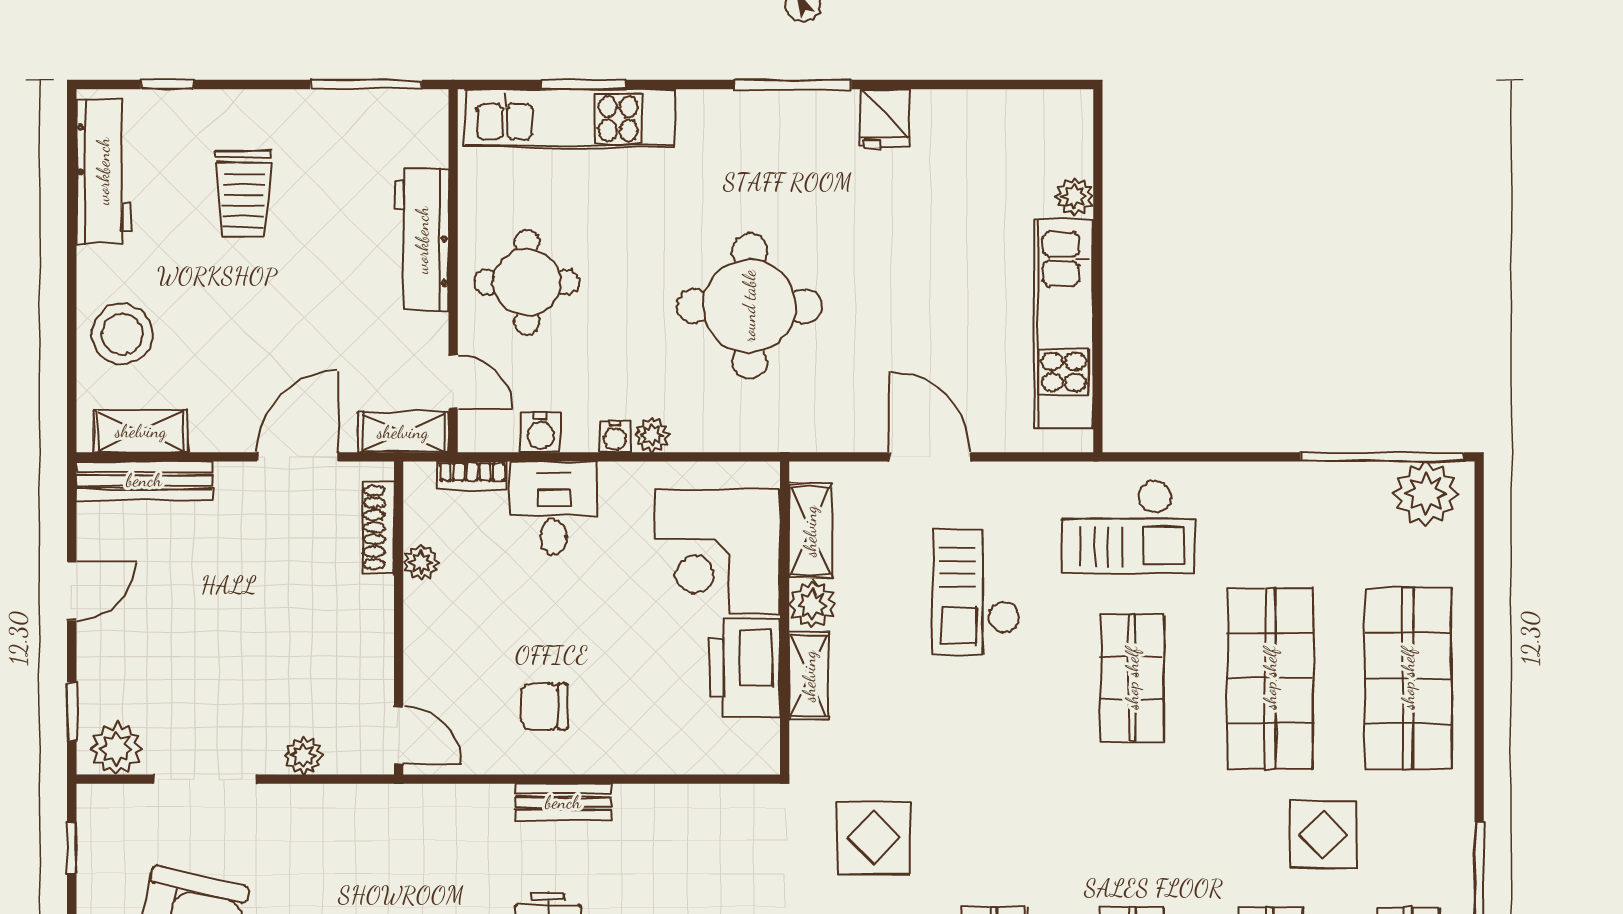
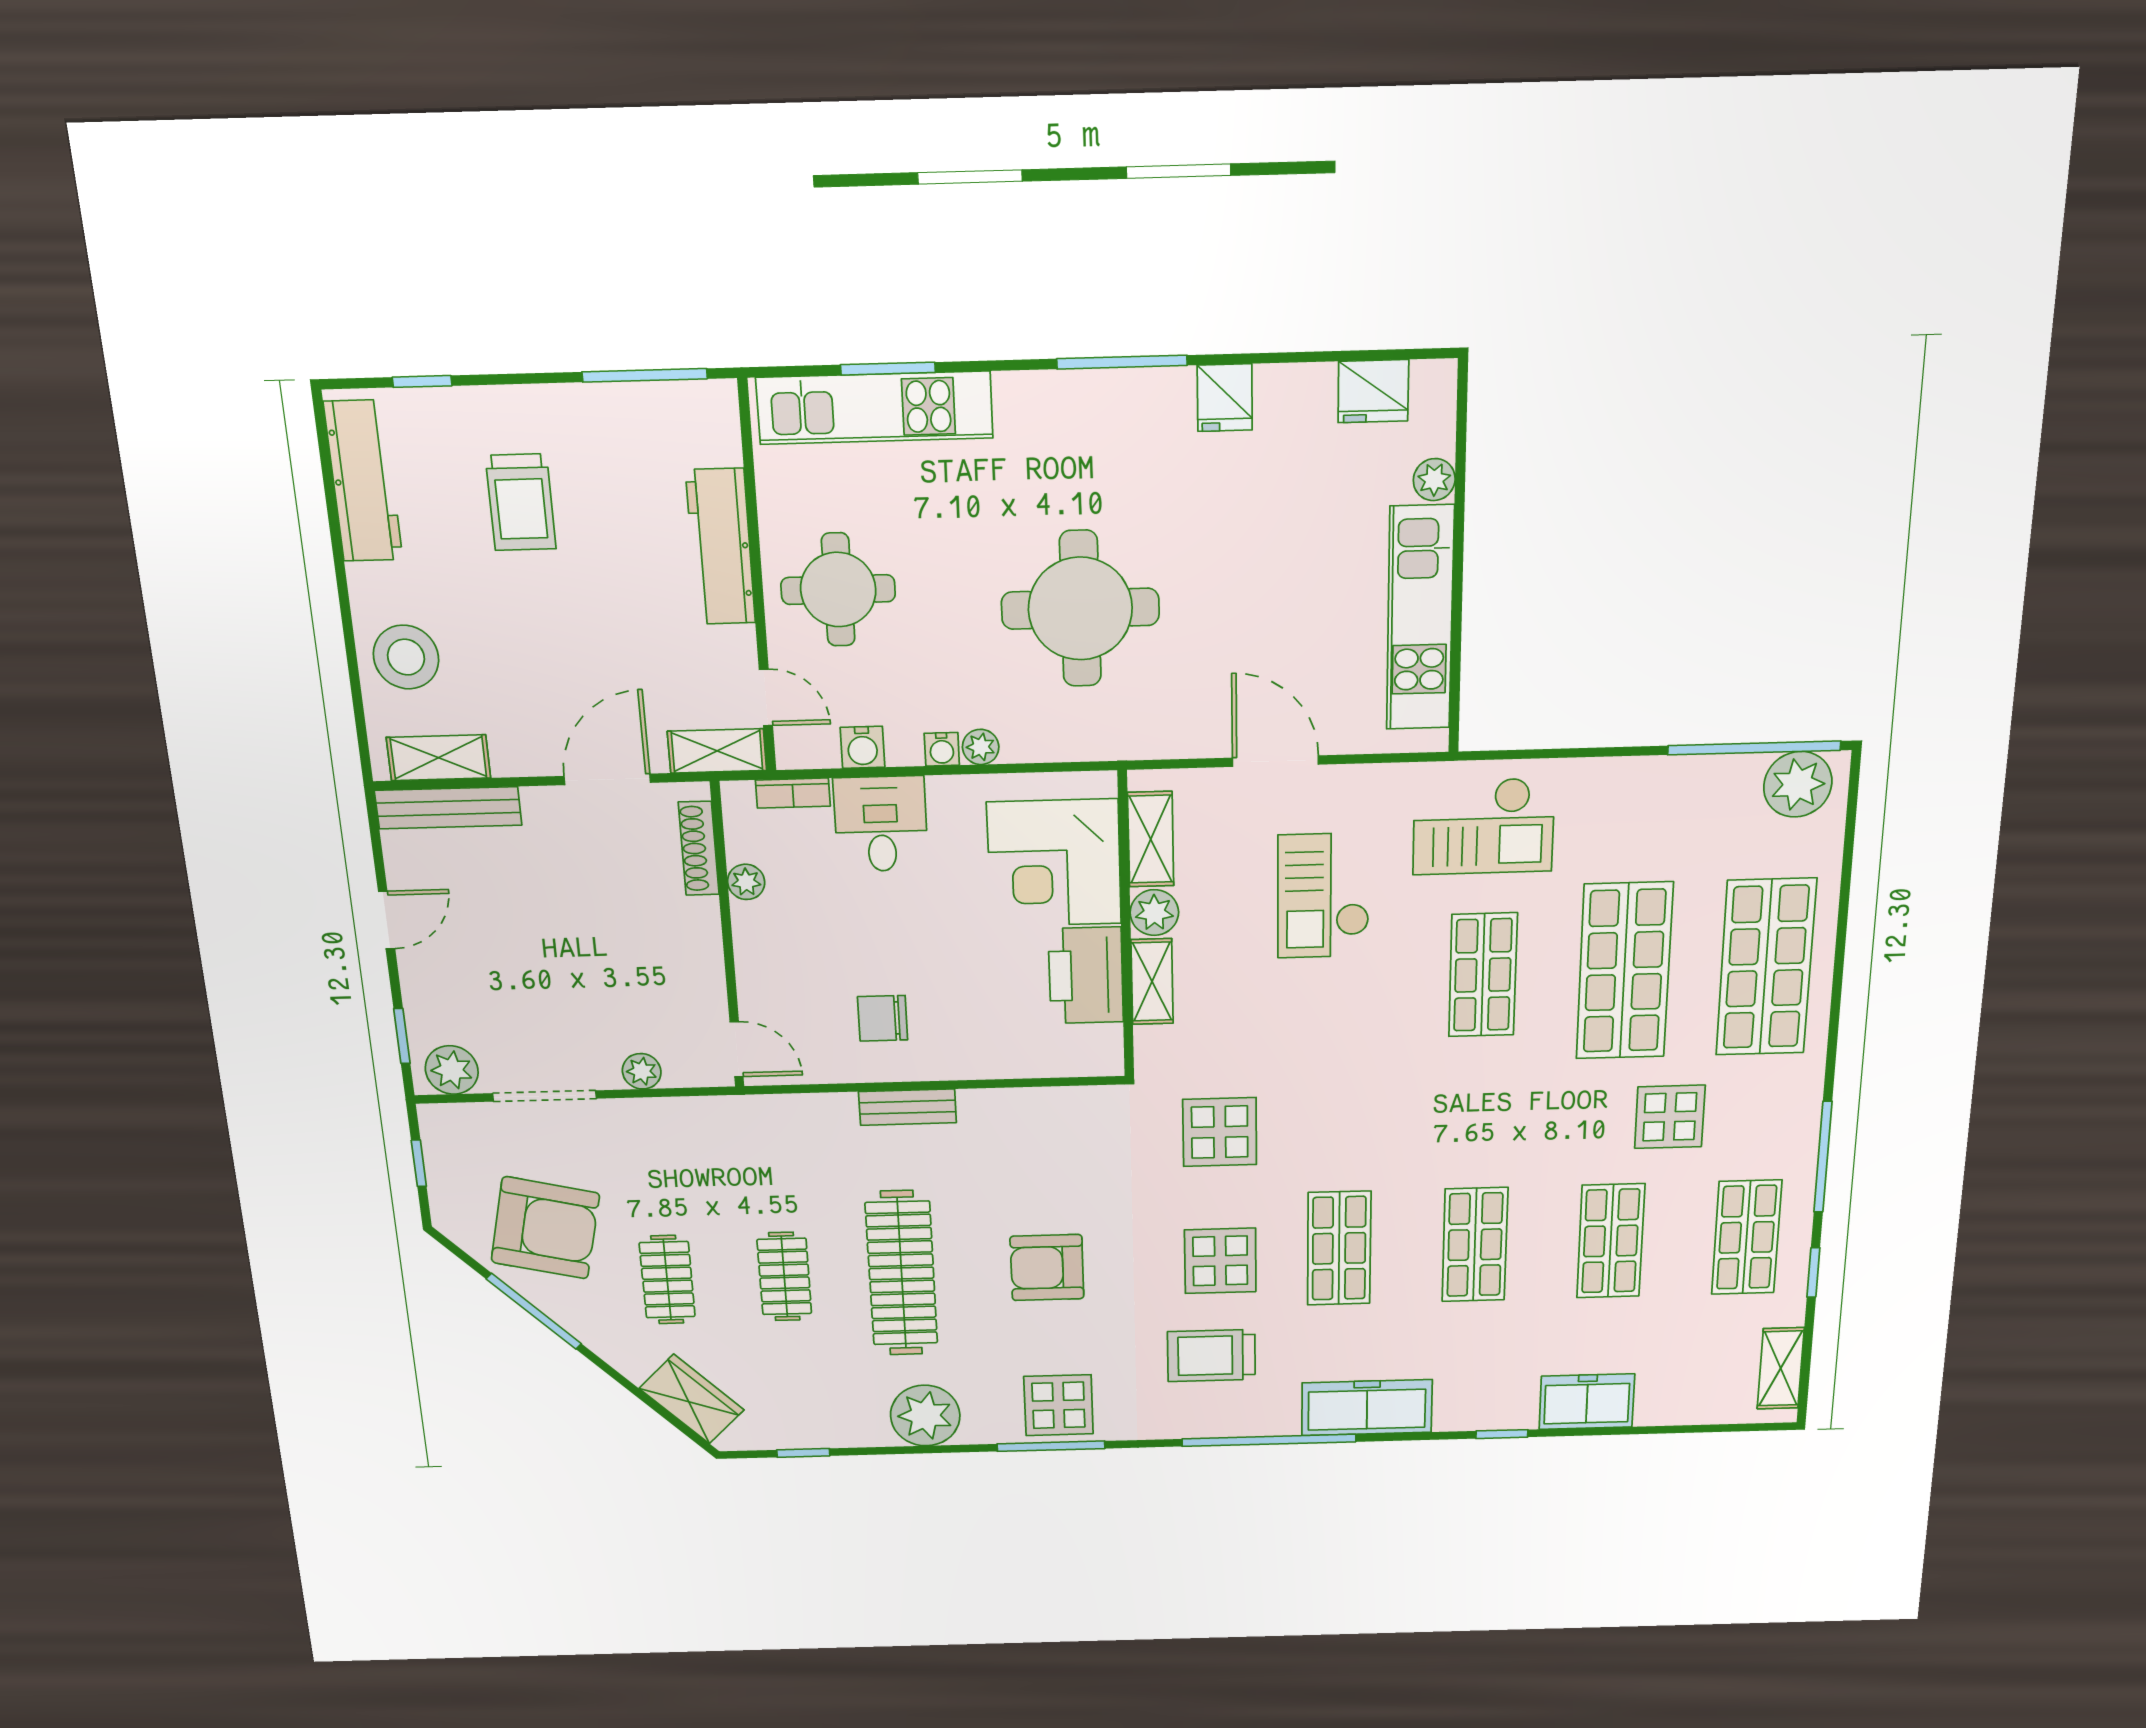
fridge: (1018, 116) -> (1373, 391), added

